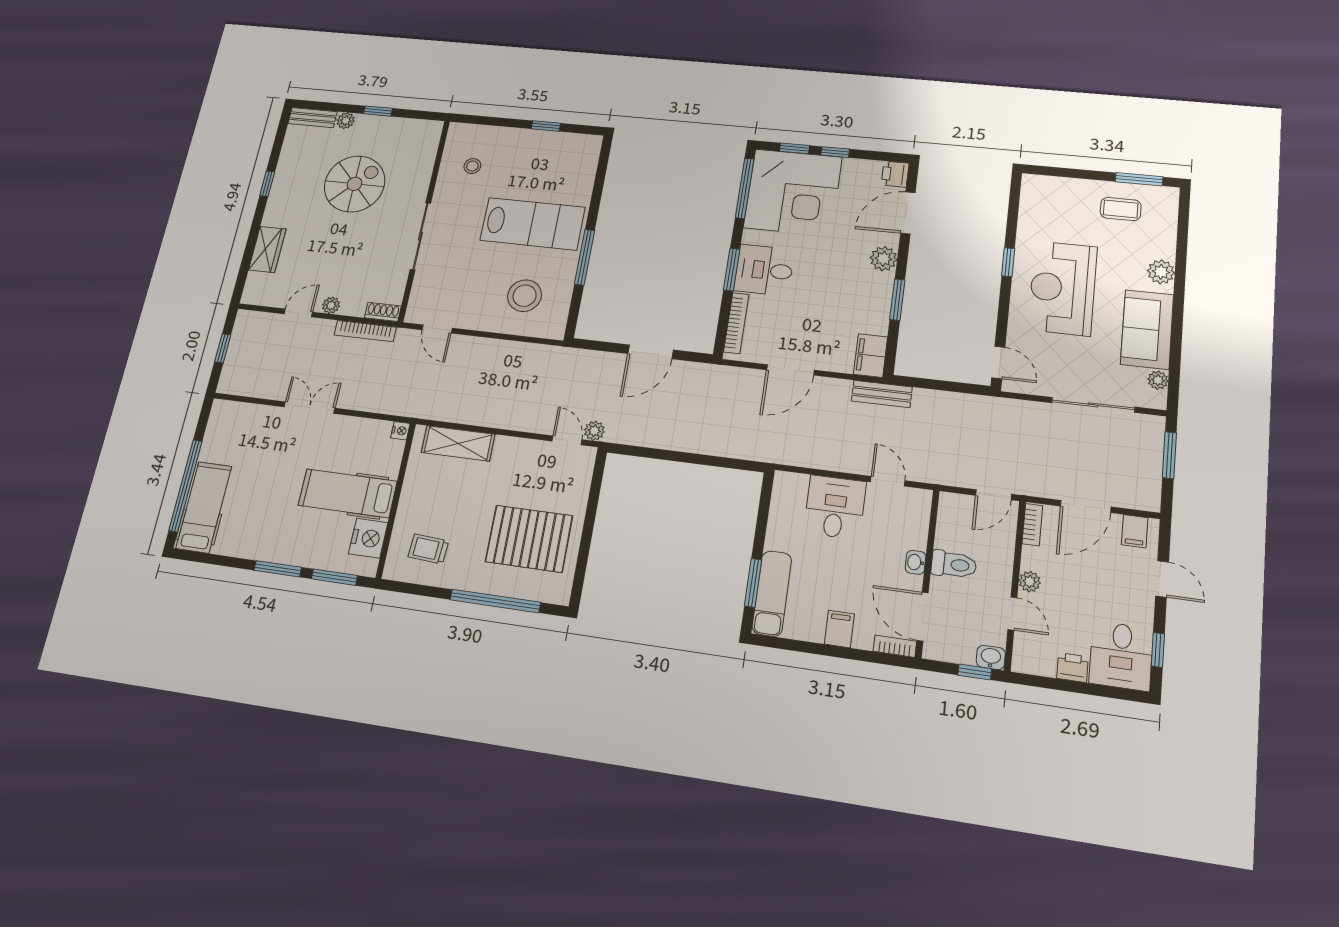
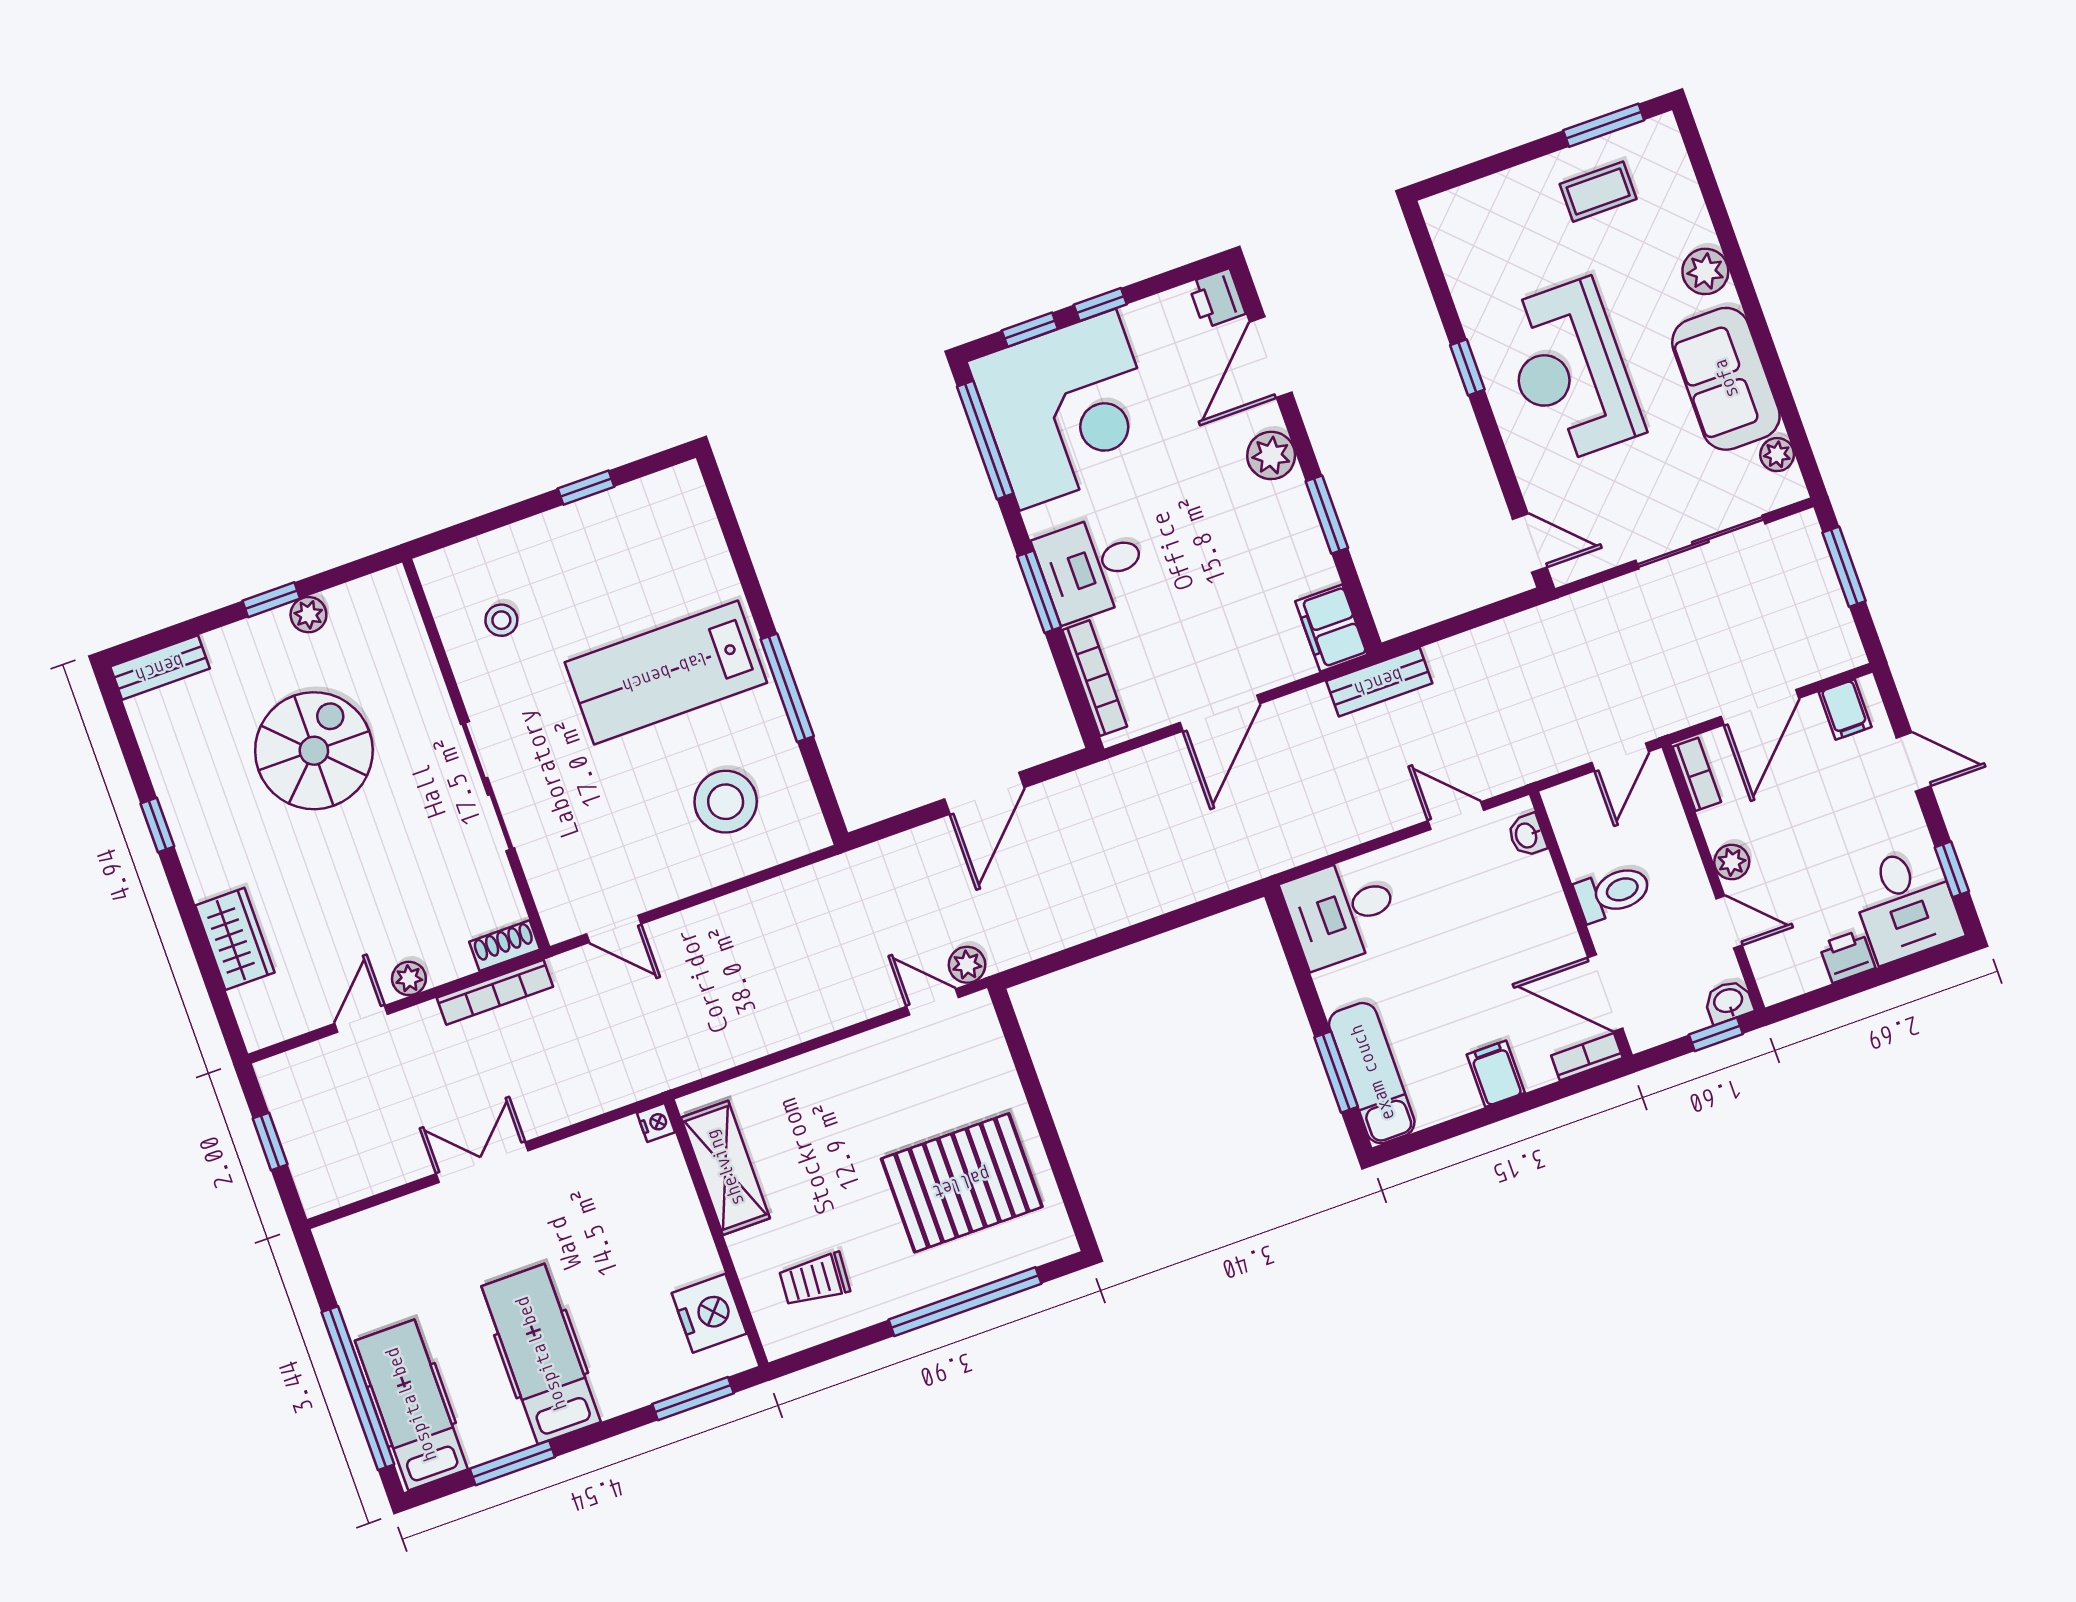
plant: (346, 121) -> (308, 615), moved
lab bench: (532, 224) -> (666, 672), turned 180
shelving: (458, 443) -> (725, 1168), moved, turned 90
hospital bed: (348, 493) -> (541, 1354), moved, turned 90
desk: (835, 507) -> (1342, 912), moved, turned -90
washbasin: (916, 562) -> (1527, 835), moved
window: (278, 569) -> (512, 1463), moved

